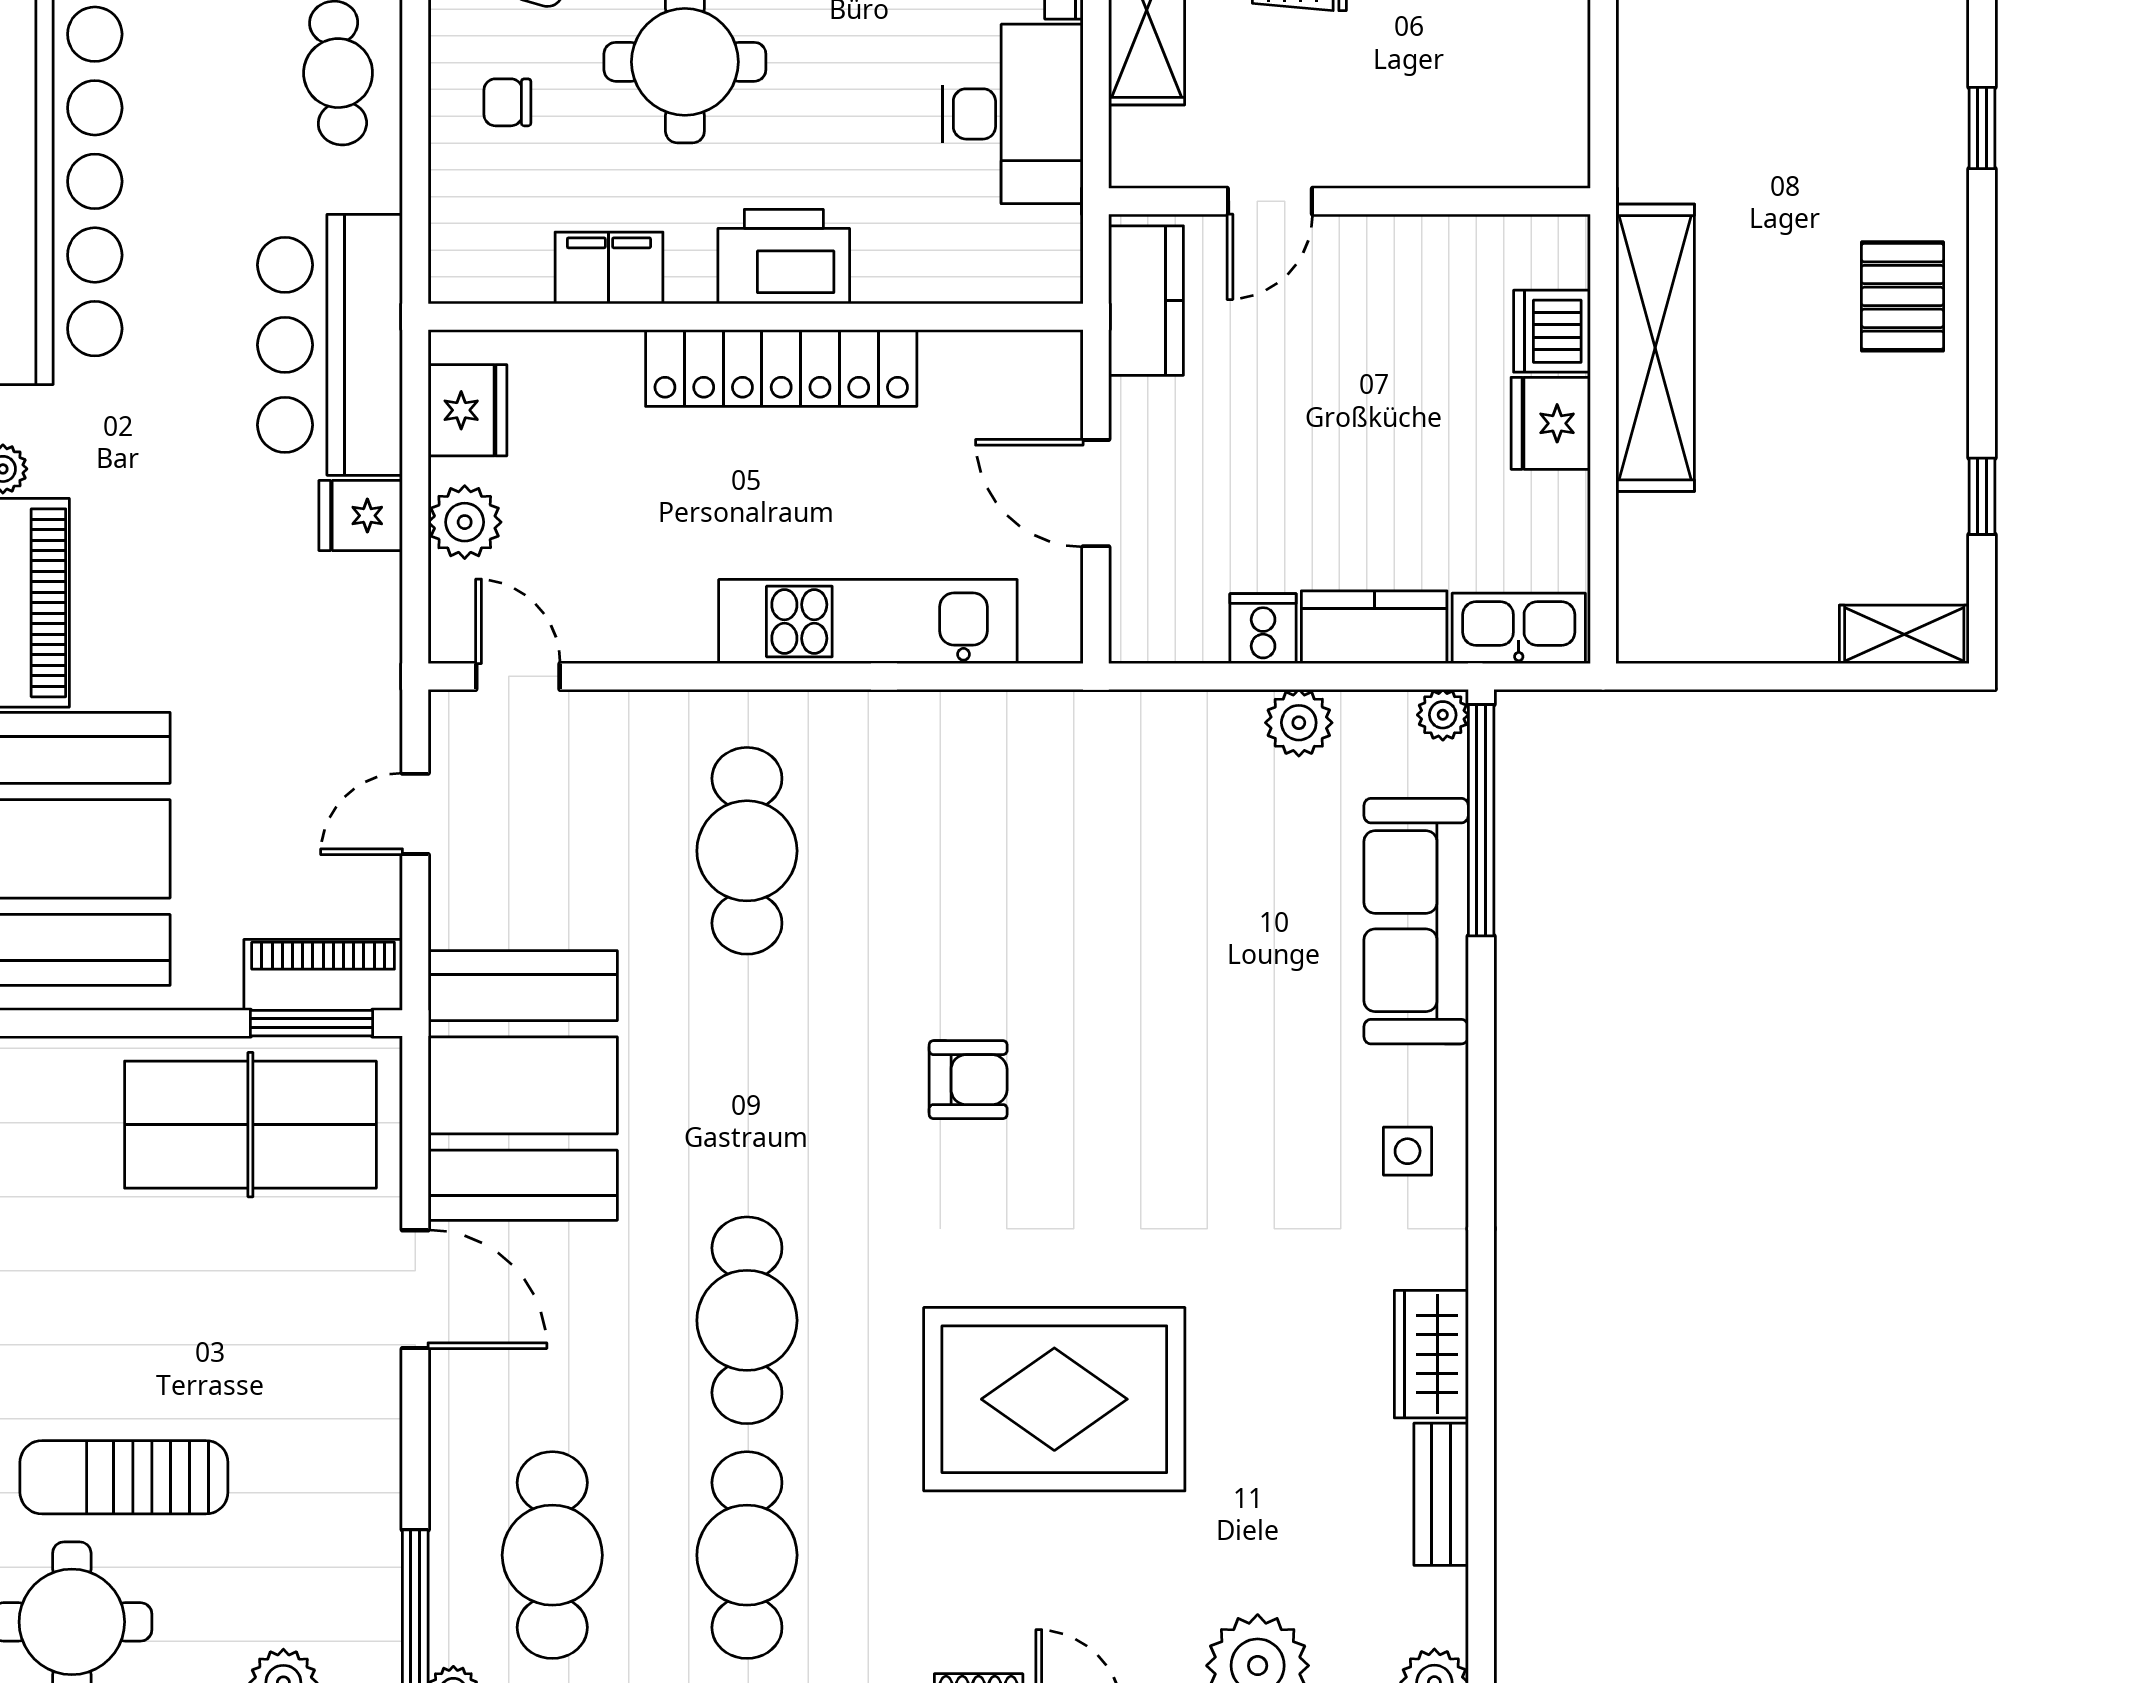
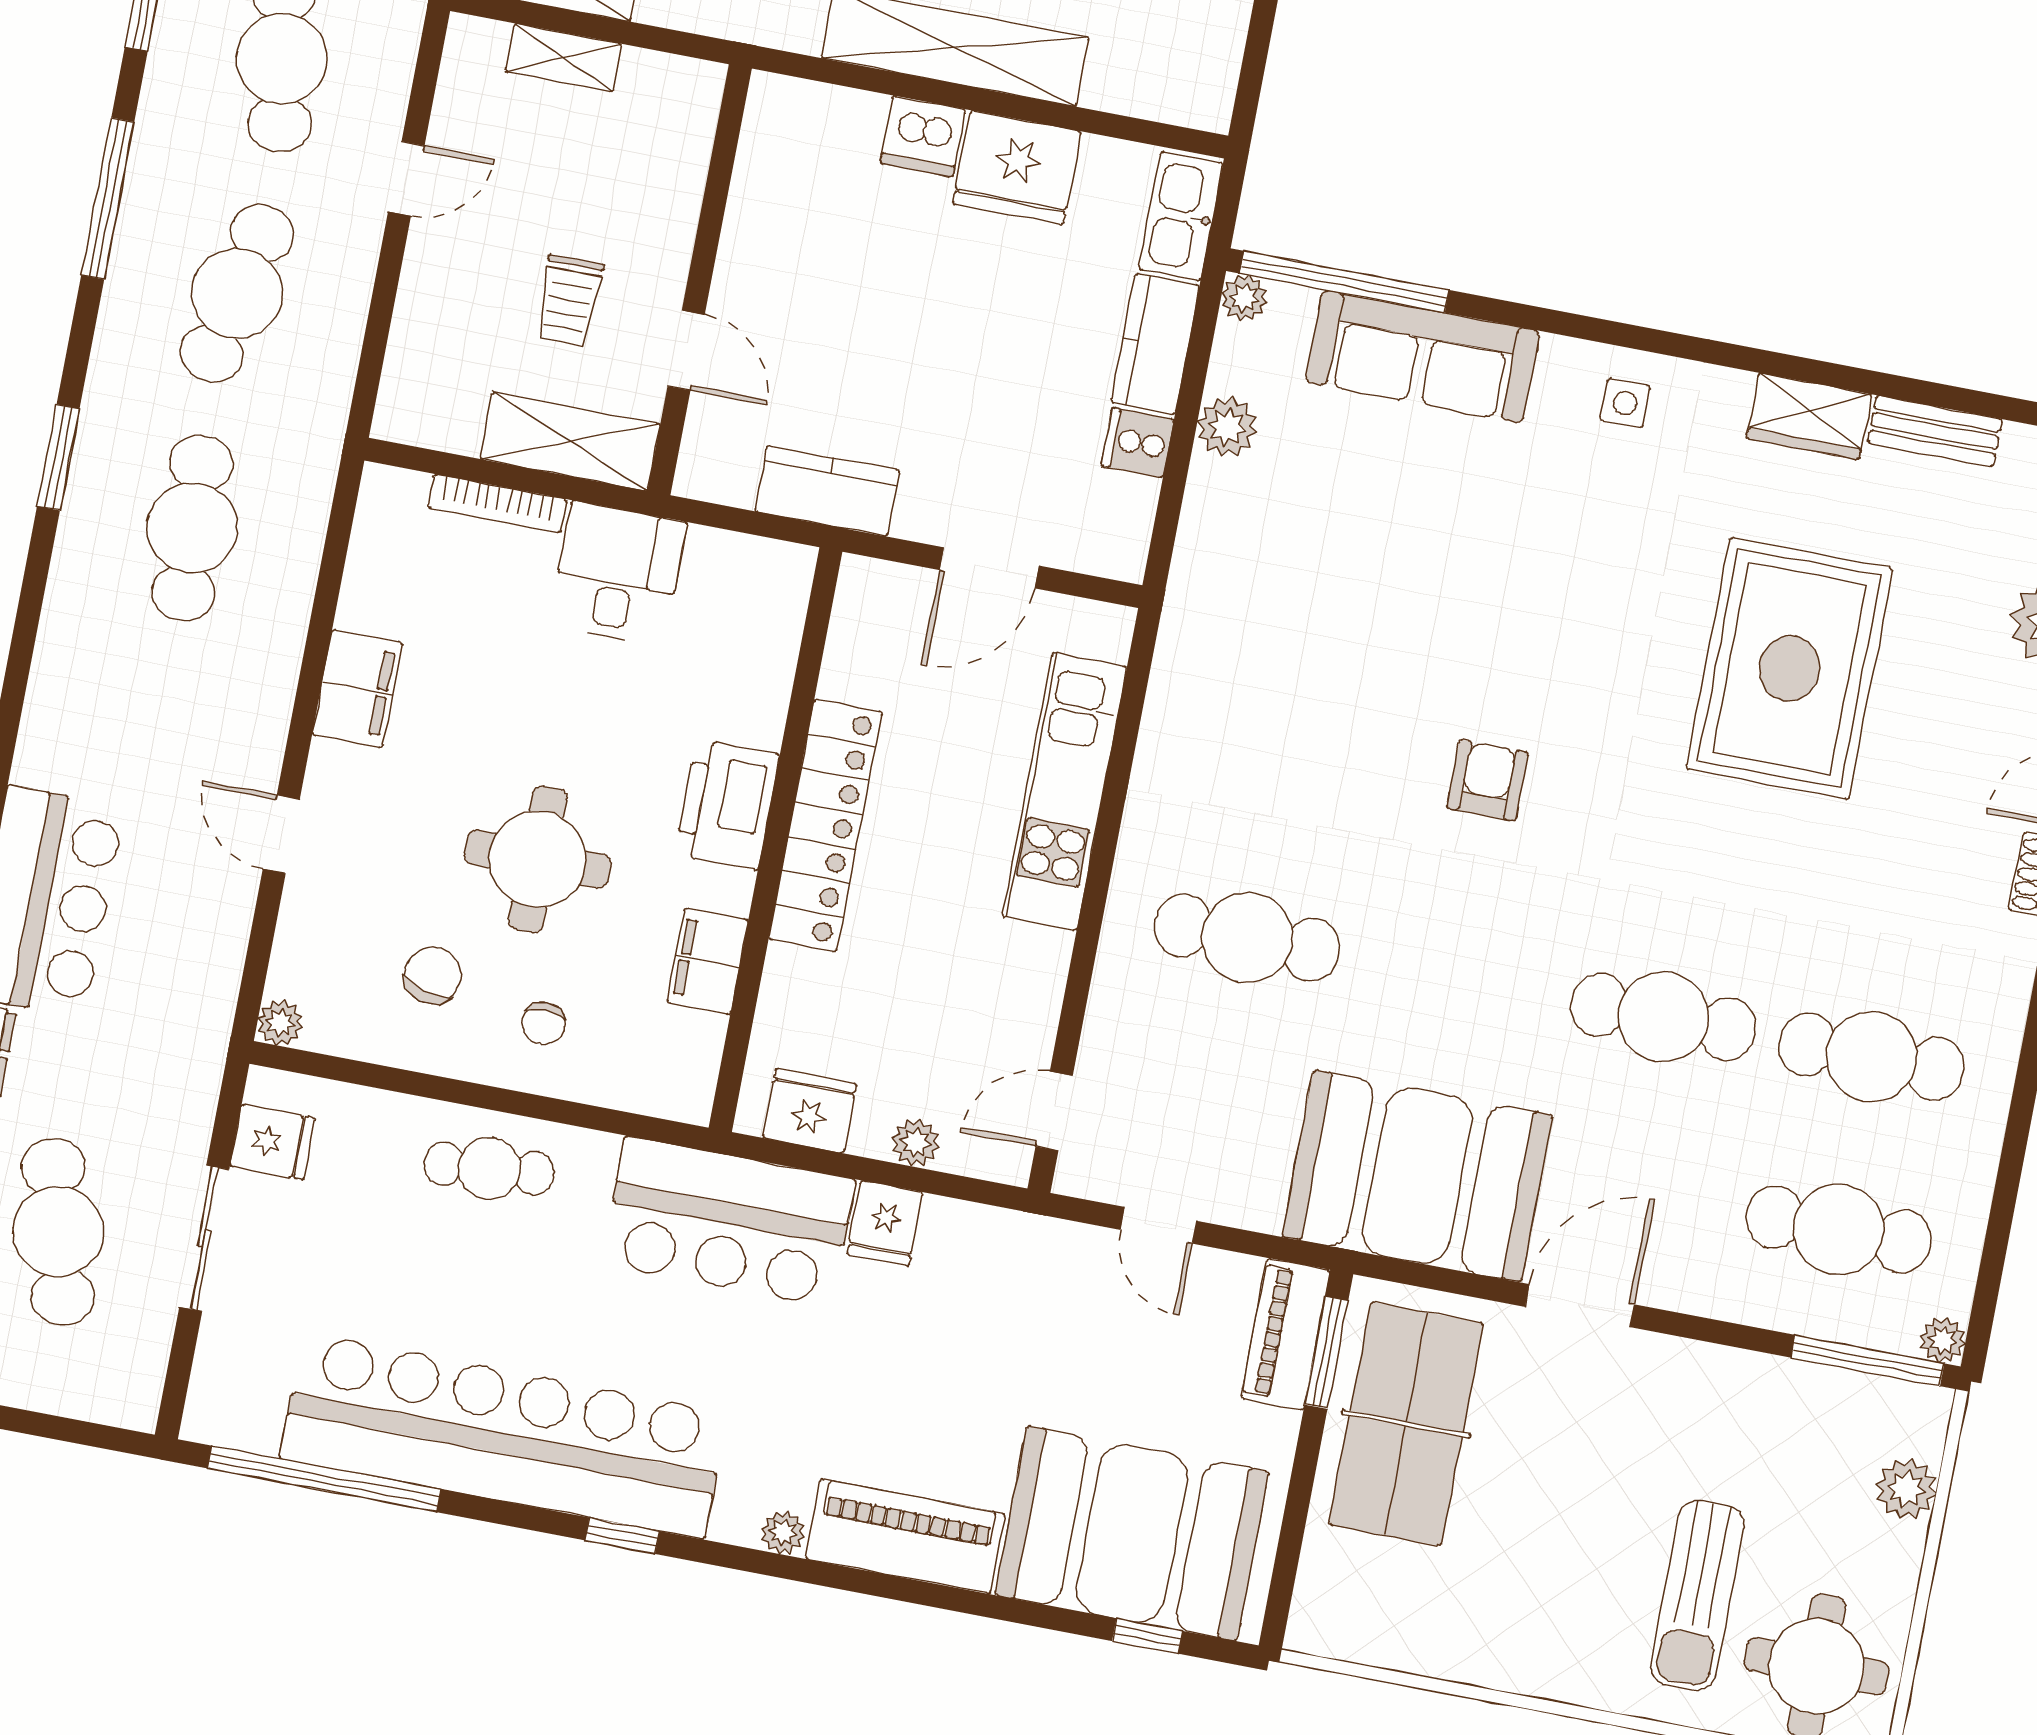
desk: (1013, 114) -> (618, 574), width x0.73
door: (1270, 201) -> (686, 350), moved
wall: (1350, 201) -> (700, 280), moved
fridge: (1551, 423) -> (1017, 168), width x1.36, depth x1.34
plant: (465, 522) -> (915, 1143), width x0.73, depth x0.73
rug: (1054, 1399) -> (1789, 668), moved

